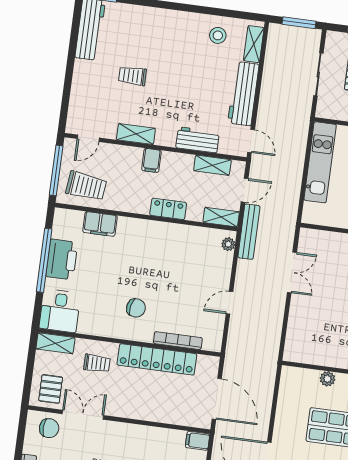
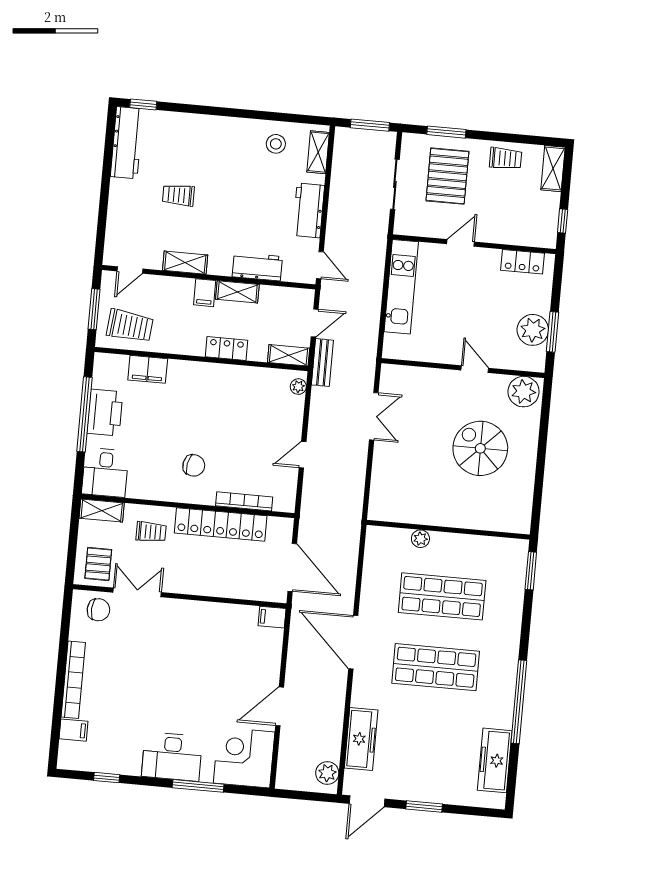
workbench: (243, 94) -> (309, 210), width x0.73
shelving: (212, 165) -> (237, 292), moved
window: (56, 170) -> (94, 309), width x0.69
bench: (249, 232) -> (322, 363), width x0.73

